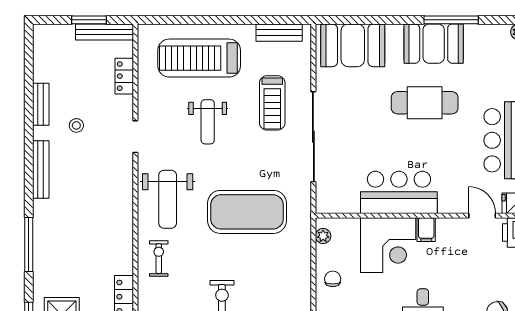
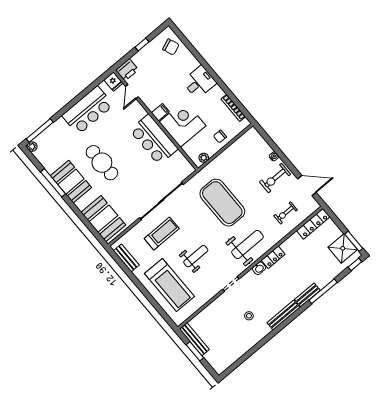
locker: (124, 76) -> (273, 257), moved
bench: (41, 104) -> (307, 295), moved
washbasin: (126, 188) -> (259, 268), added
exercise bike: (159, 259) -> (286, 213), moved

